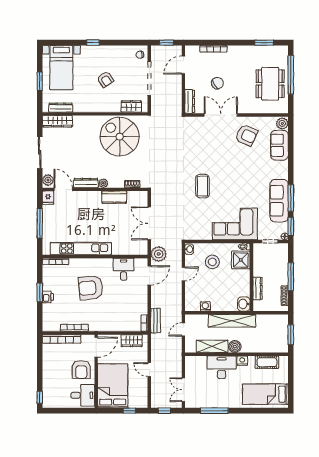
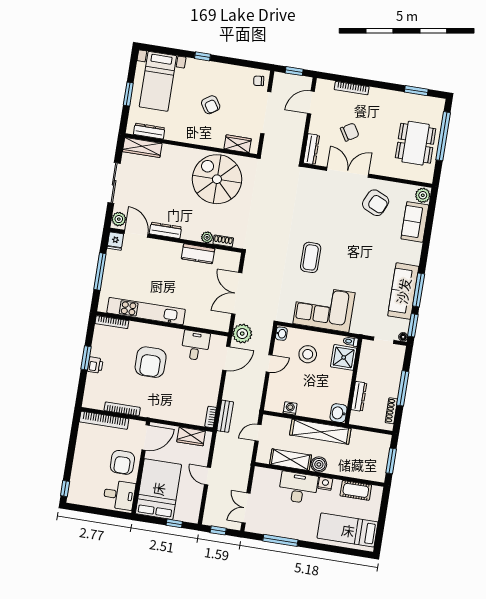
plant: (103, 183) -> (207, 237), moved
corner sofa: (235, 224) -> (324, 308), moved
armchair: (91, 288) -> (151, 362), turned -84

